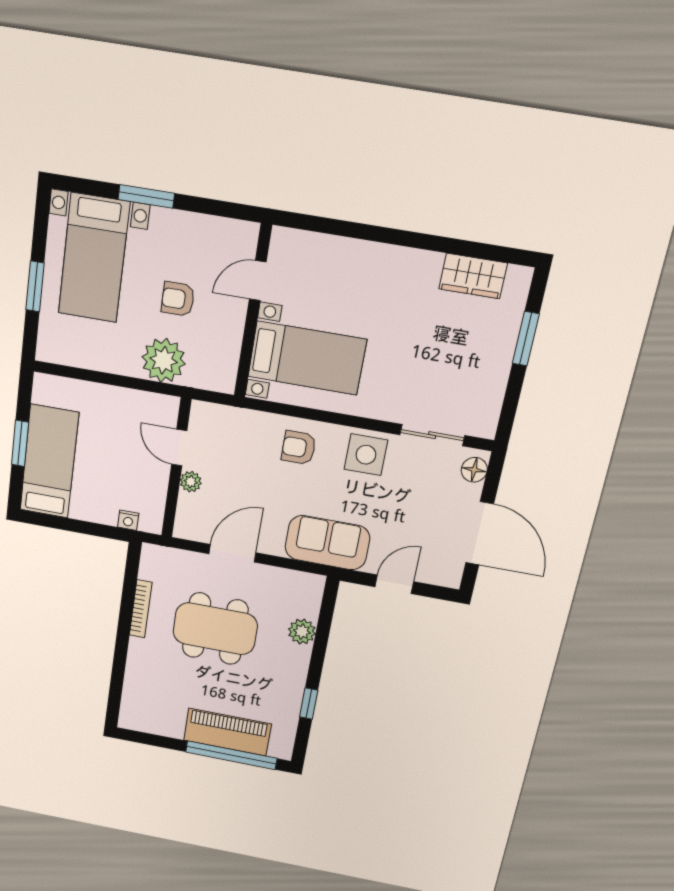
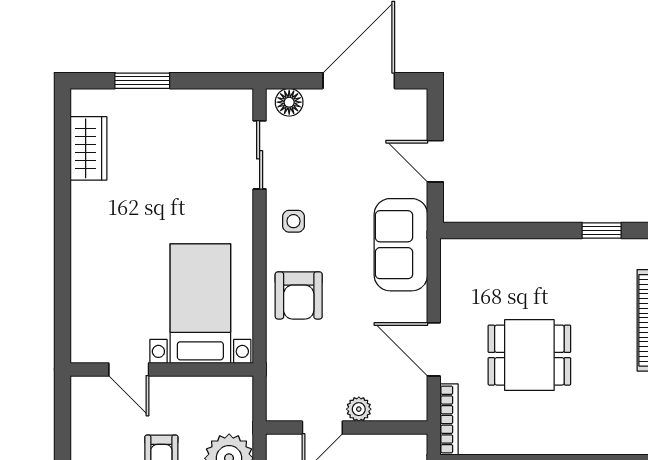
armchair: (299, 448) -> (299, 295), width x1.38, depth x1.38
side table: (366, 455) -> (293, 221), width x0.54, depth x0.54
bookcase: (141, 609) -> (449, 419), moved, turned 90
dining table: (215, 629) -> (529, 355), width x0.73
plant: (302, 632) -> (513, 254), removed

